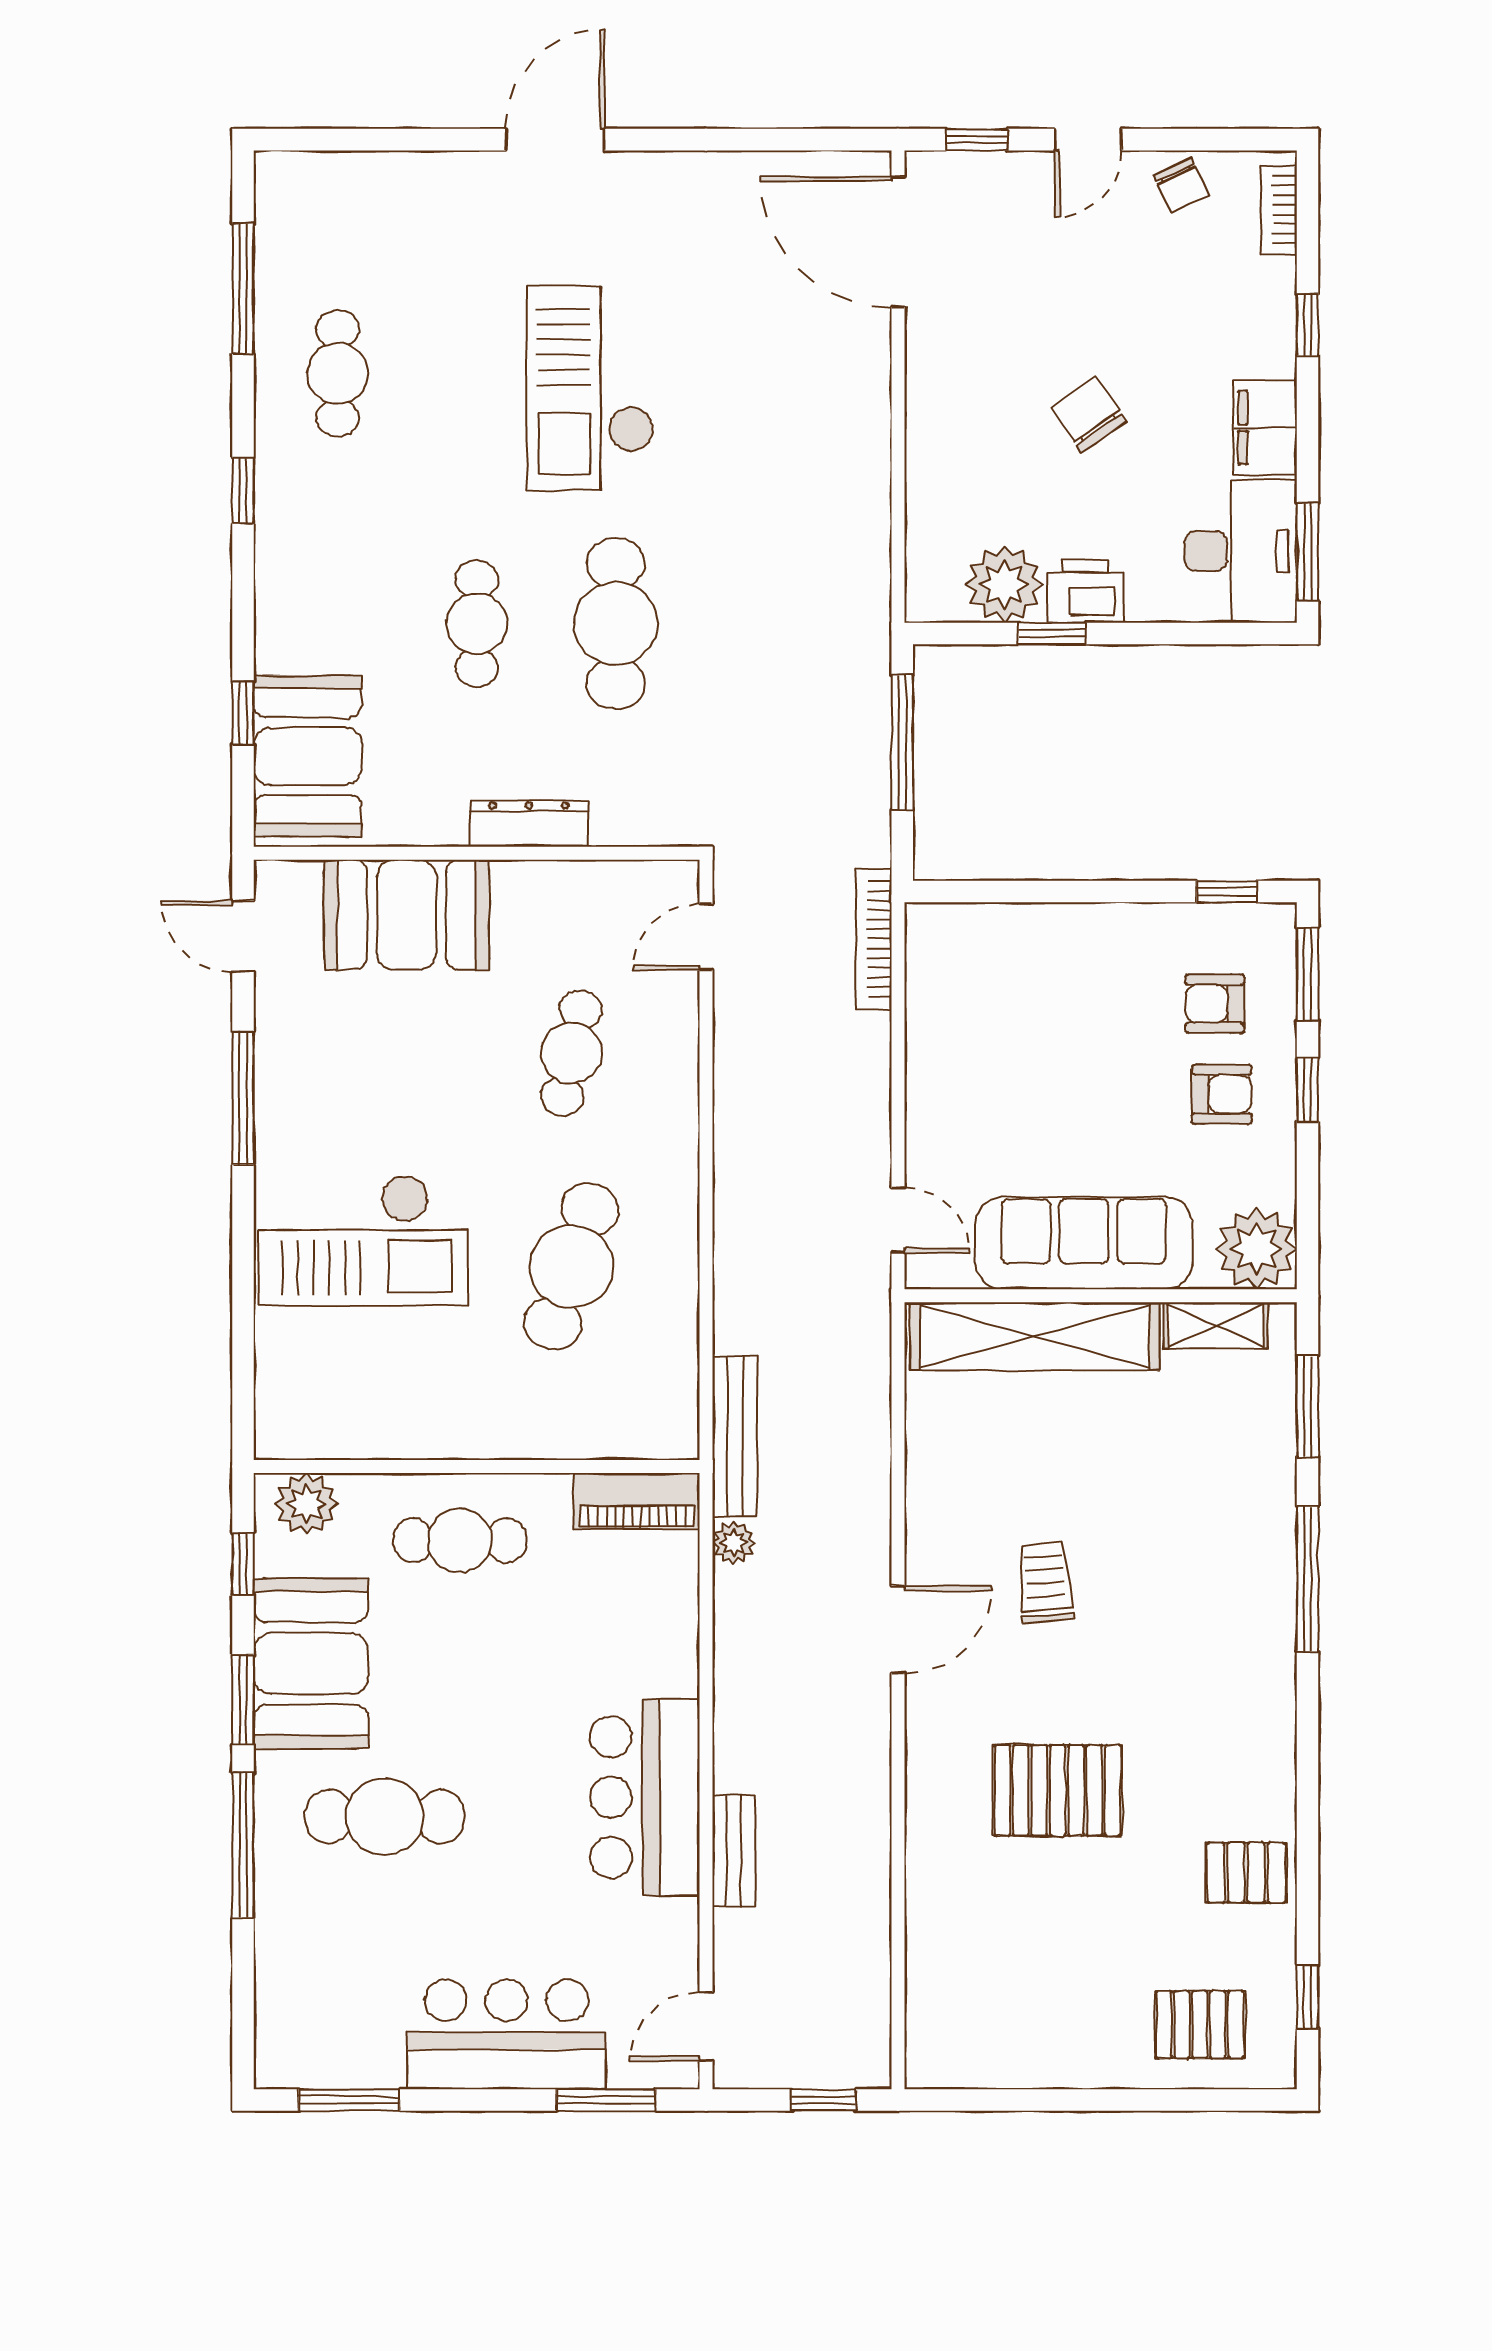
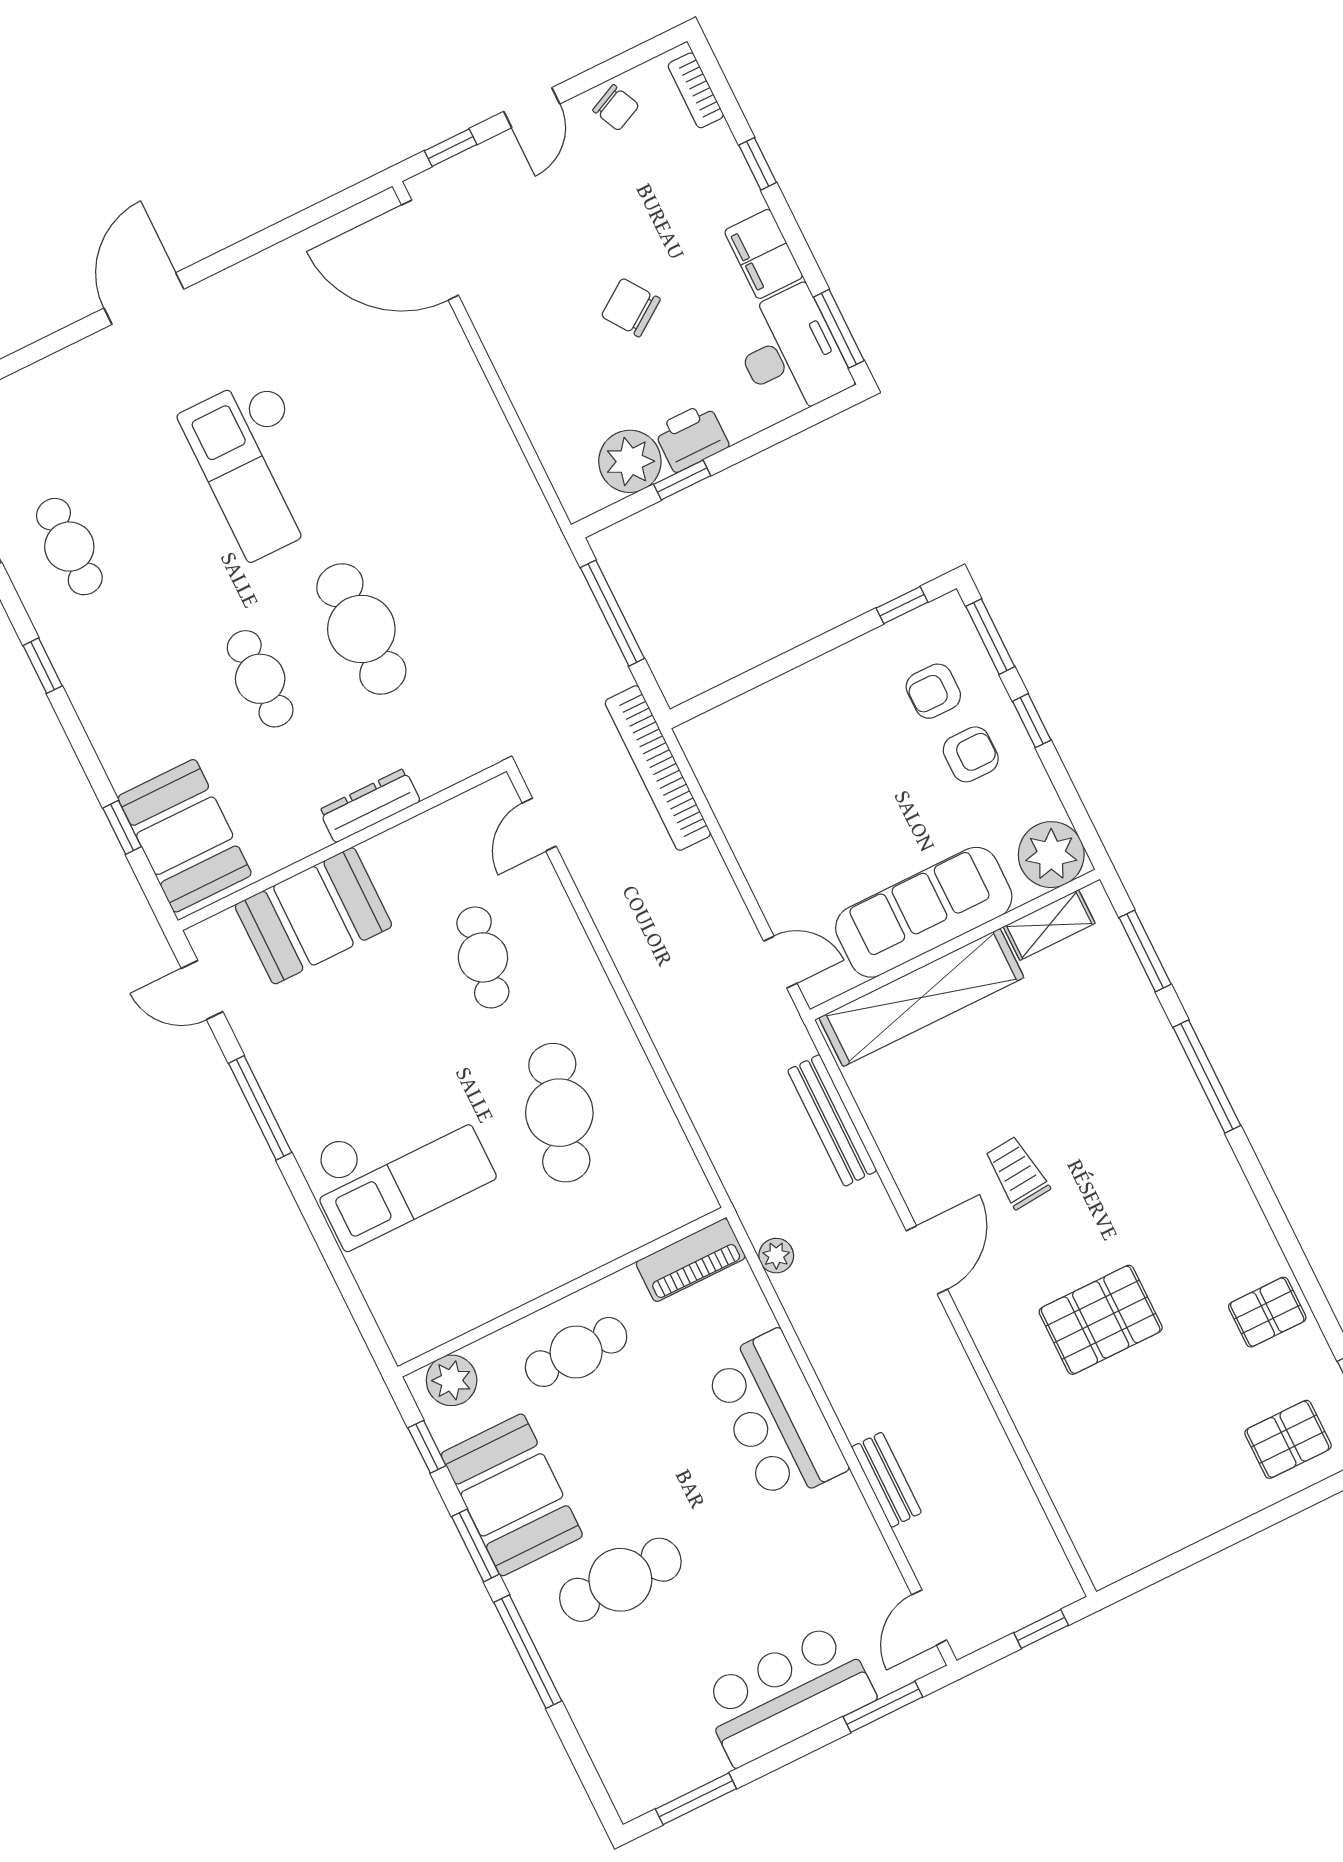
bookcase: (874, 939) -> (658, 768), width x1.48, depth x1.31
bench: (735, 1437) -> (832, 1120), moved
bar counter: (645, 1797) -> (776, 1417), moved

